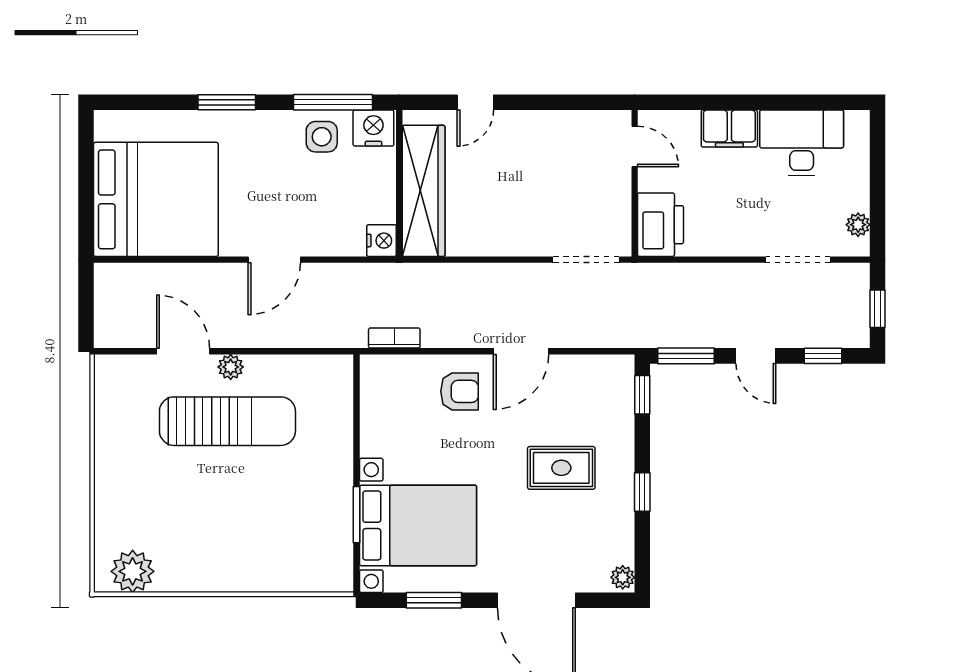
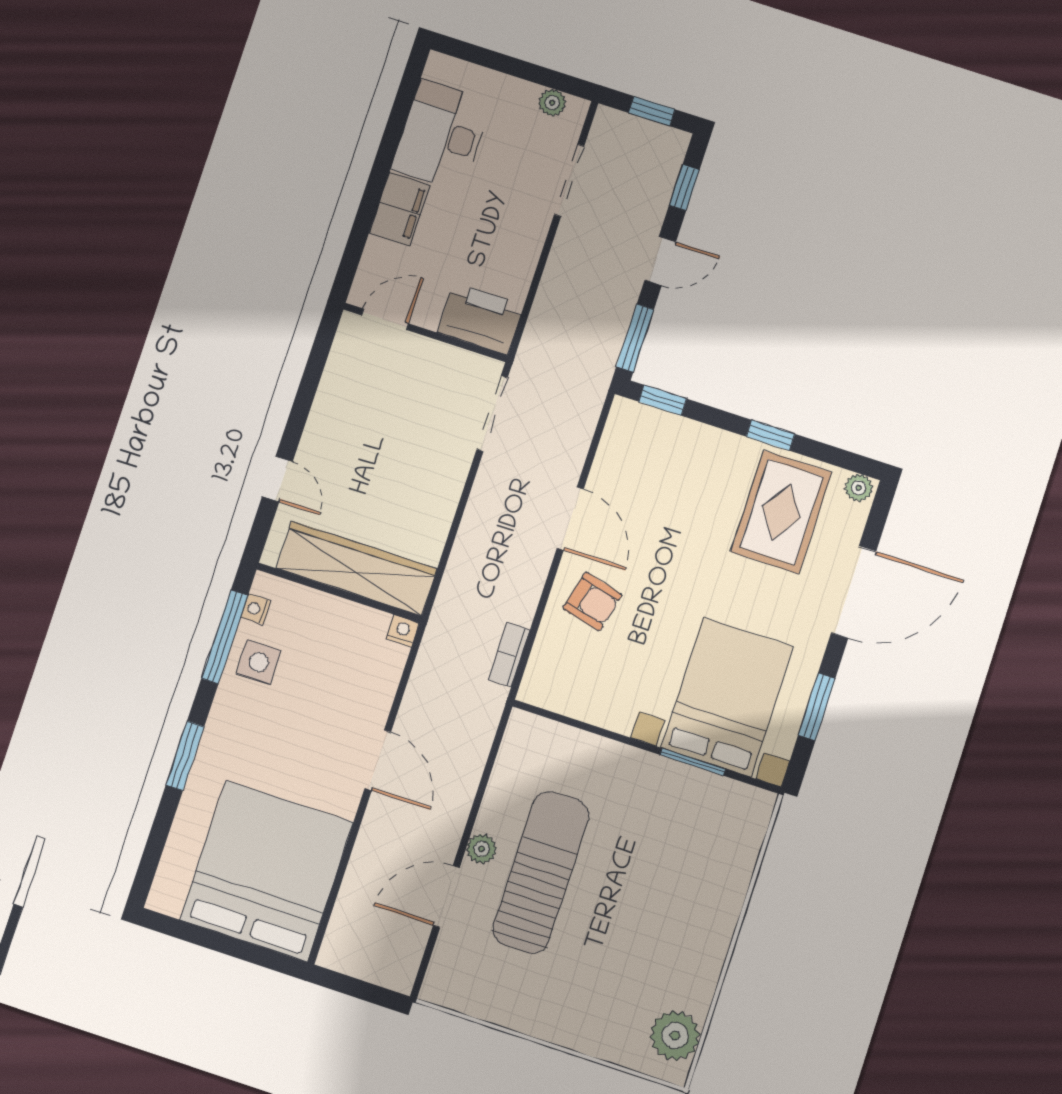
nightstand: (373, 128) -> (256, 609), width x0.53, depth x0.56
nightstand: (381, 241) -> (403, 631), width x0.72, depth x0.74
armchair: (460, 391) -> (593, 602), turned 104
rug: (561, 468) -> (781, 512), moved, width x1.36, depth x1.43

